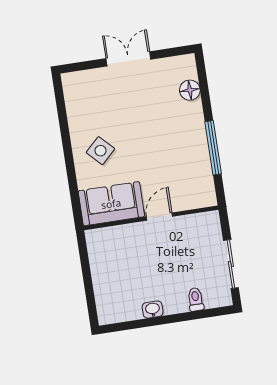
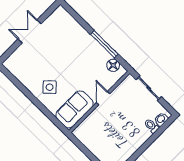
floor lamp: (190, 90) -> (113, 65), moved
sliding door: (231, 264) -> (149, 88), moved
washbasin: (153, 310) -> (161, 119), moved

